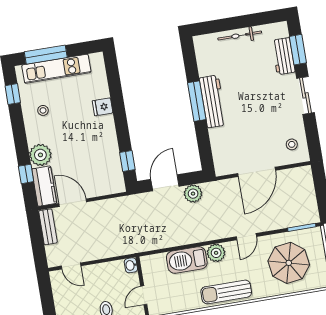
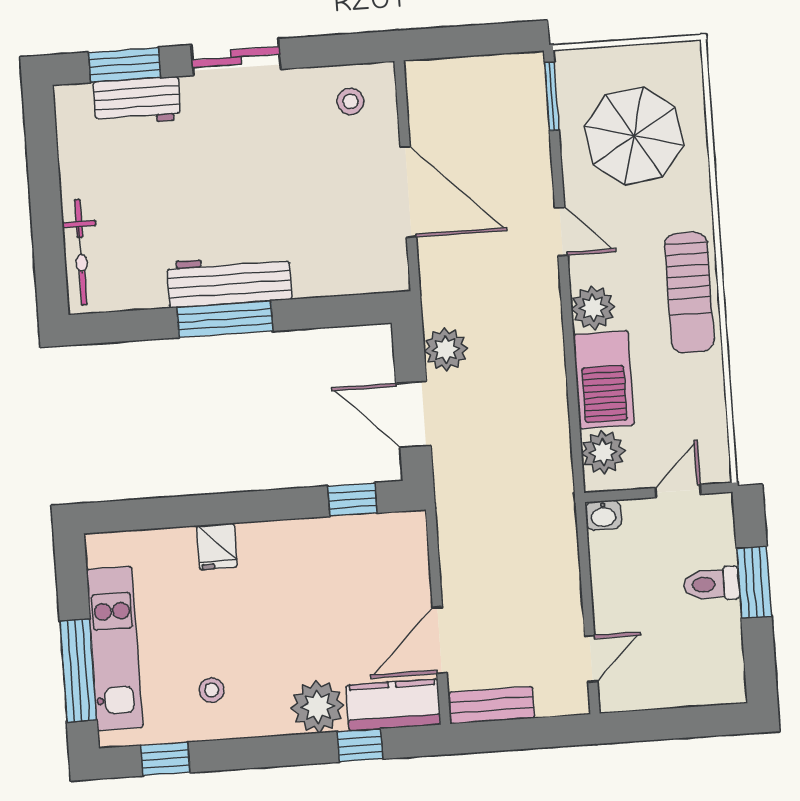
bicycle: (240, 36) -> (81, 252), moved
plant: (157, 263) -> (603, 452), added
door: (144, 295) -> (678, 491), swing flipped

